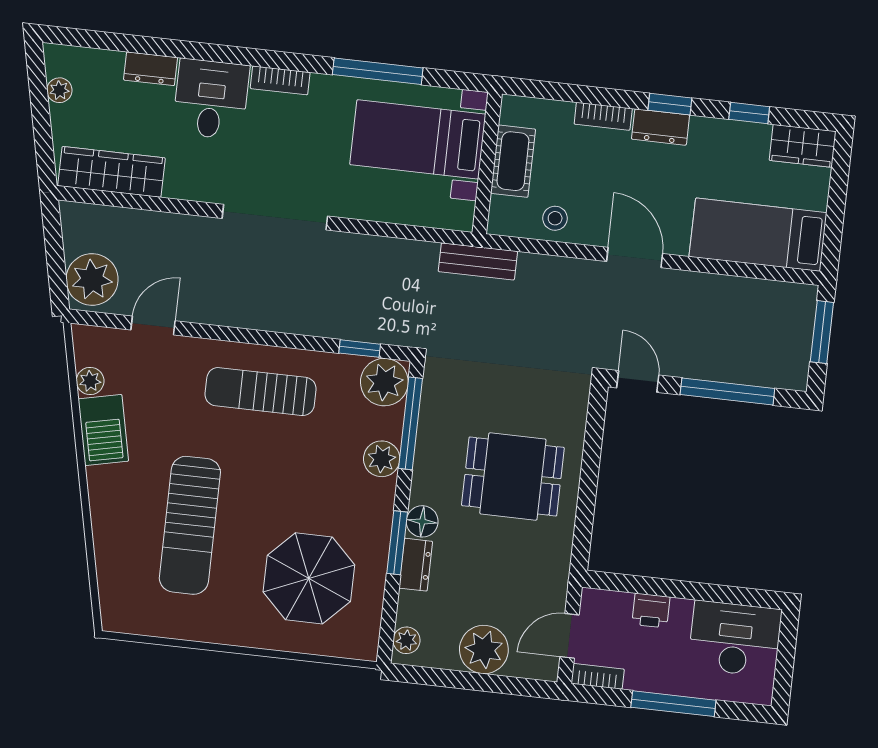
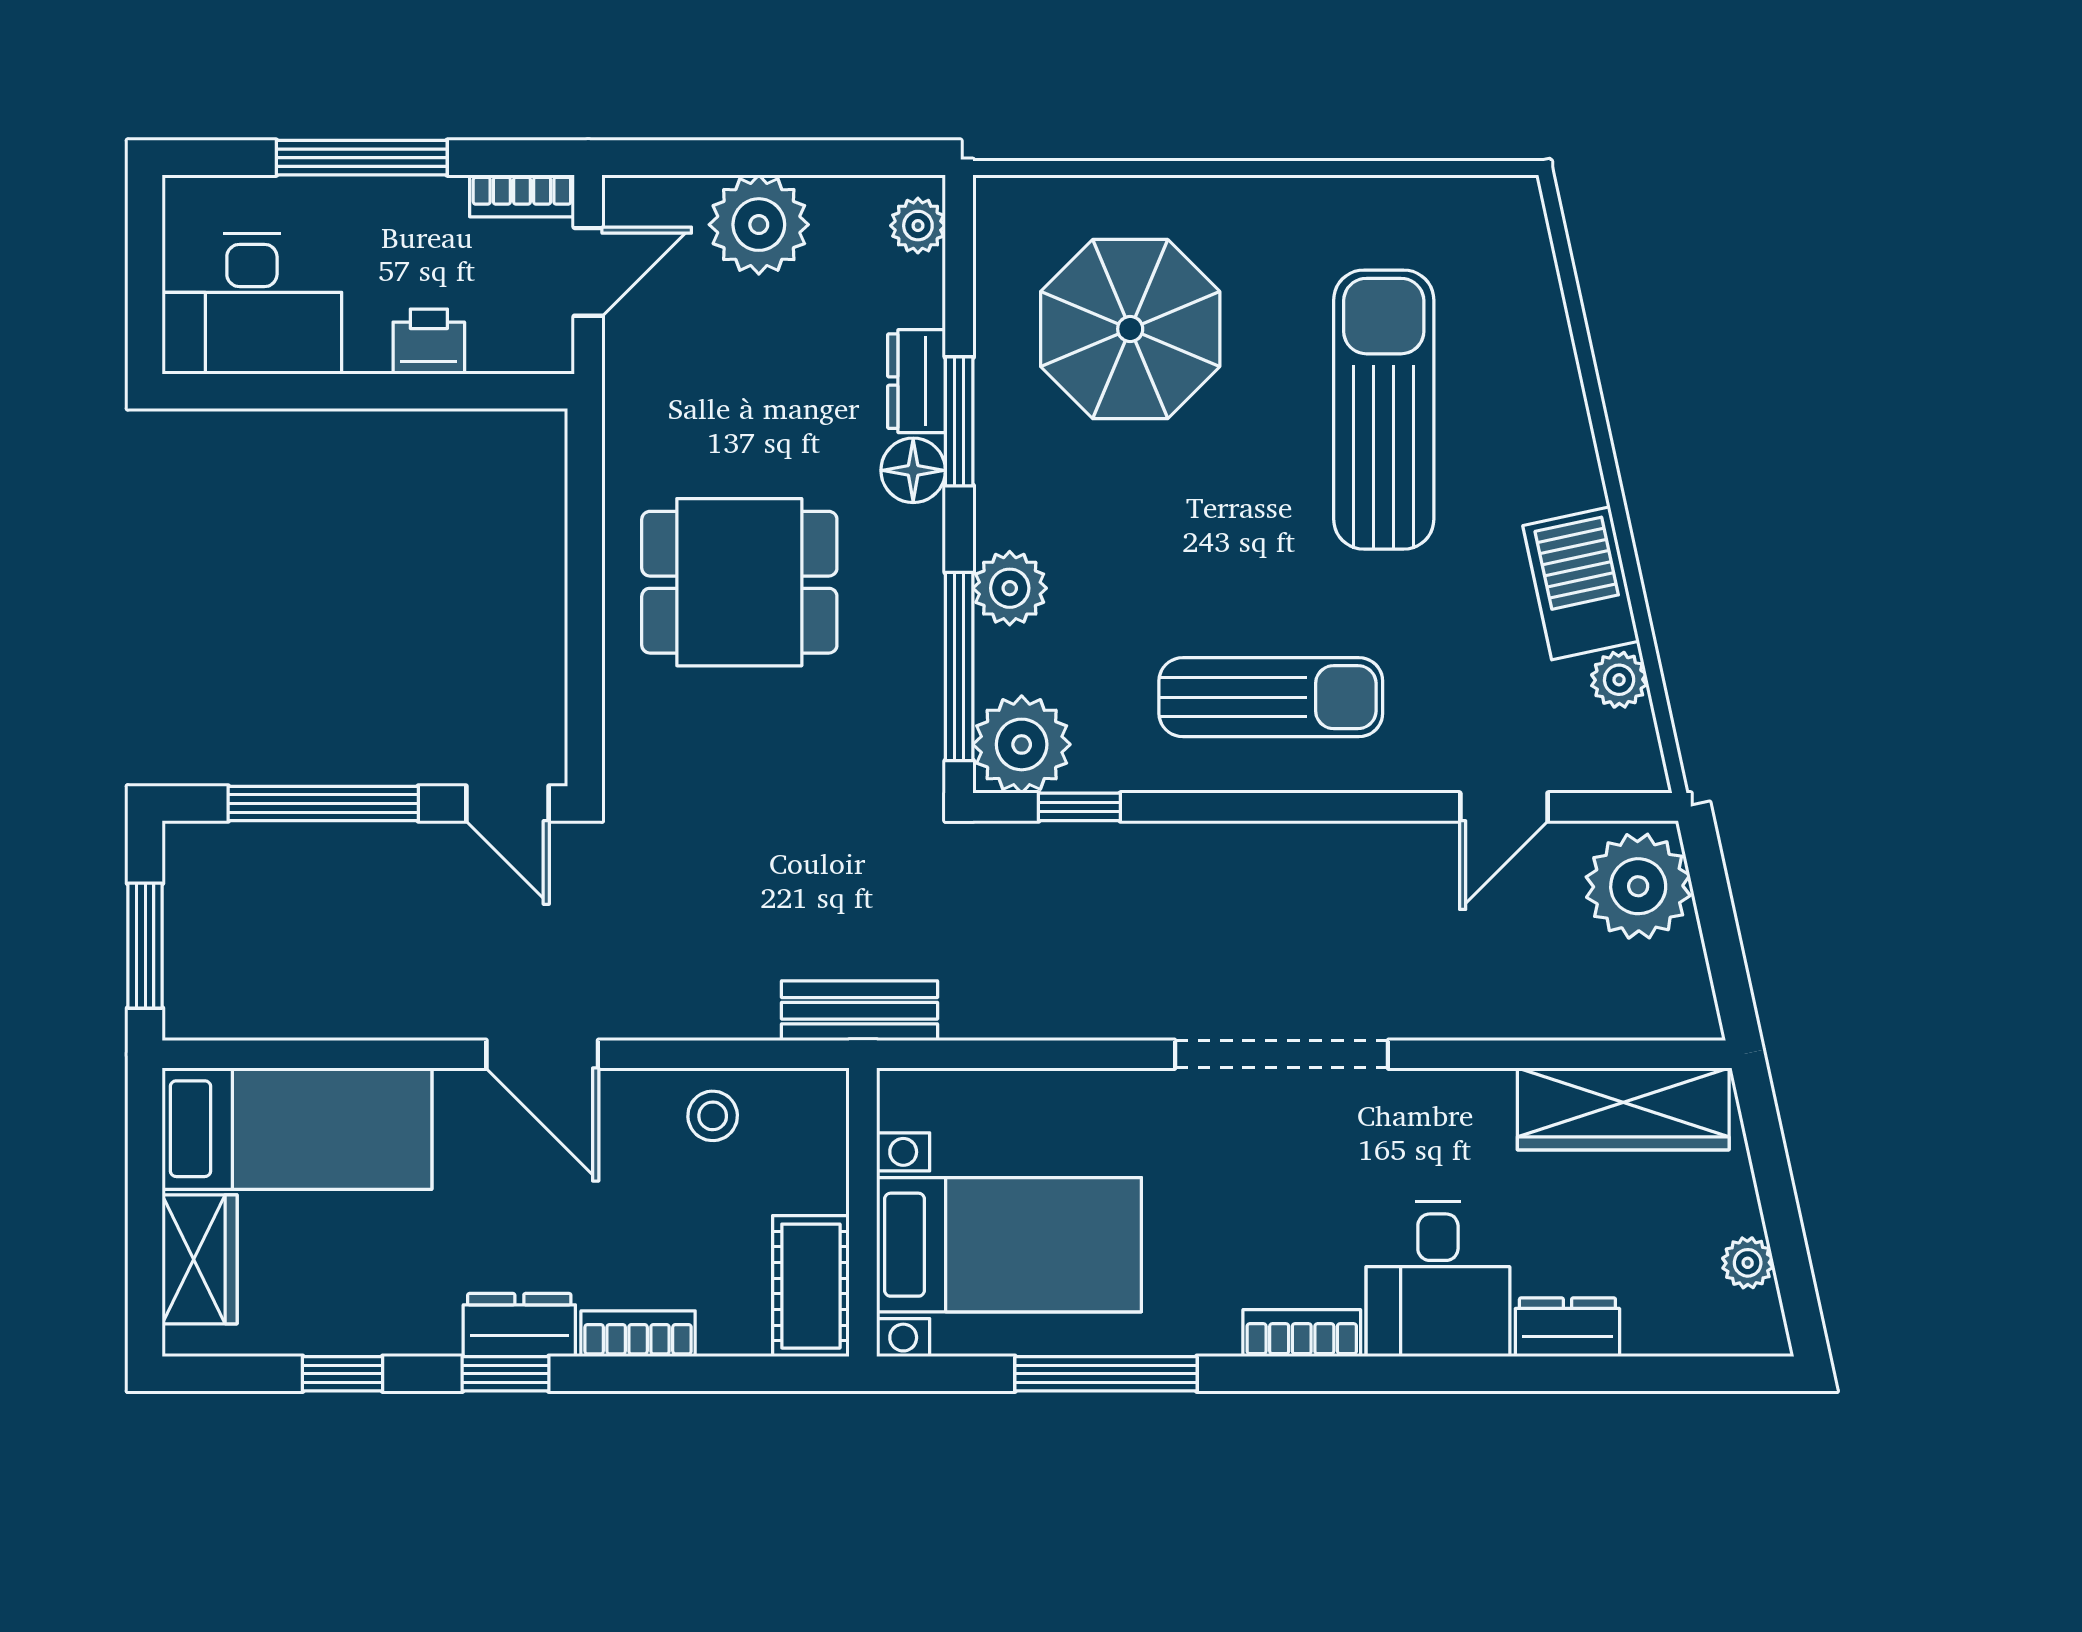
wardrobe: (803, 146) -> (200, 1259), moved, turned 90
cot: (513, 161) -> (811, 1286), moved

